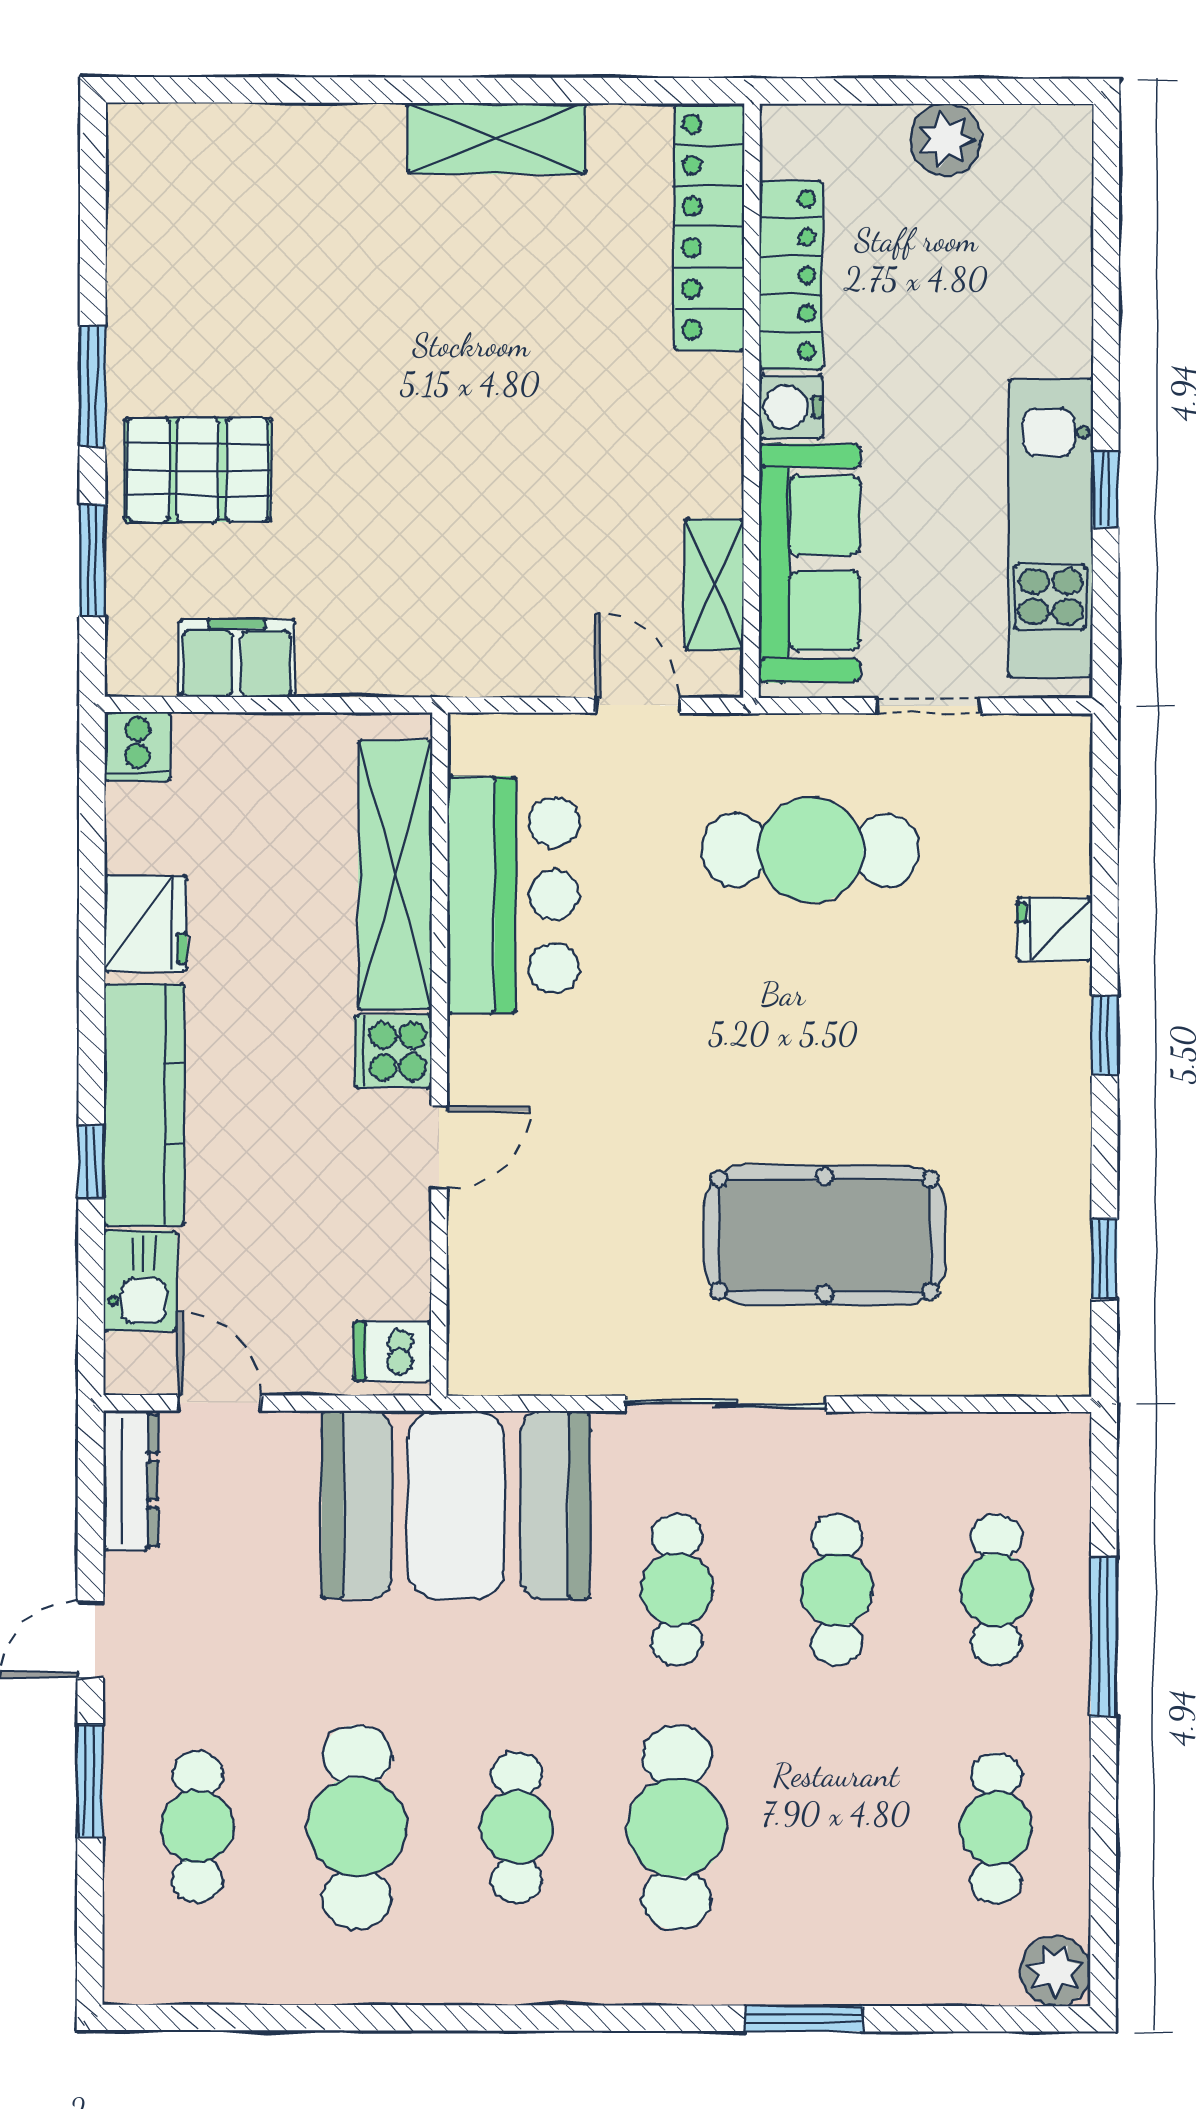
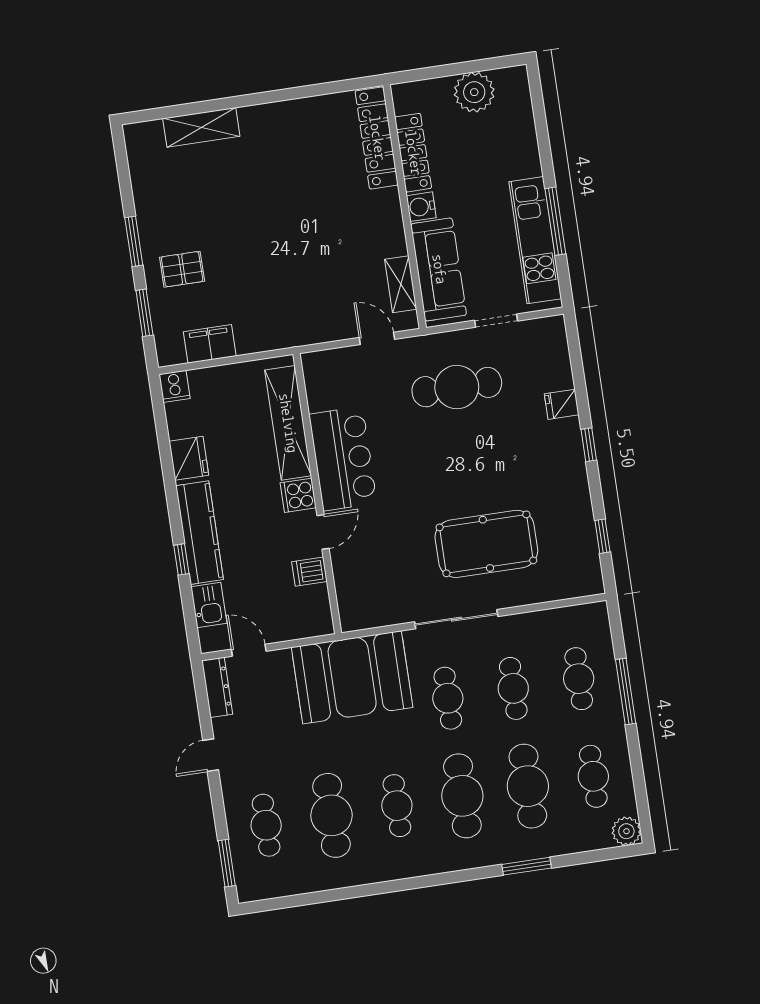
shelving: (497, 139) -> (201, 127), moved
plant: (946, 140) -> (474, 92), width x1.36, depth x1.36
pallet: (198, 470) -> (182, 269), width x0.67, depth x0.71
window: (1106, 490) -> (555, 221), width x2.17
bar counter: (513, 895) -> (343, 459), moved
dishwasher: (392, 1351) -> (309, 572), moved
window: (90, 1781) -> (227, 863), moved
cafe table: (836, 1828) -> (528, 786), added

